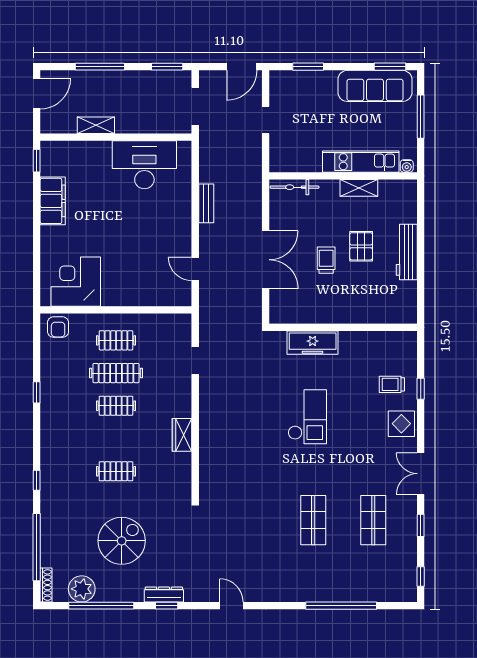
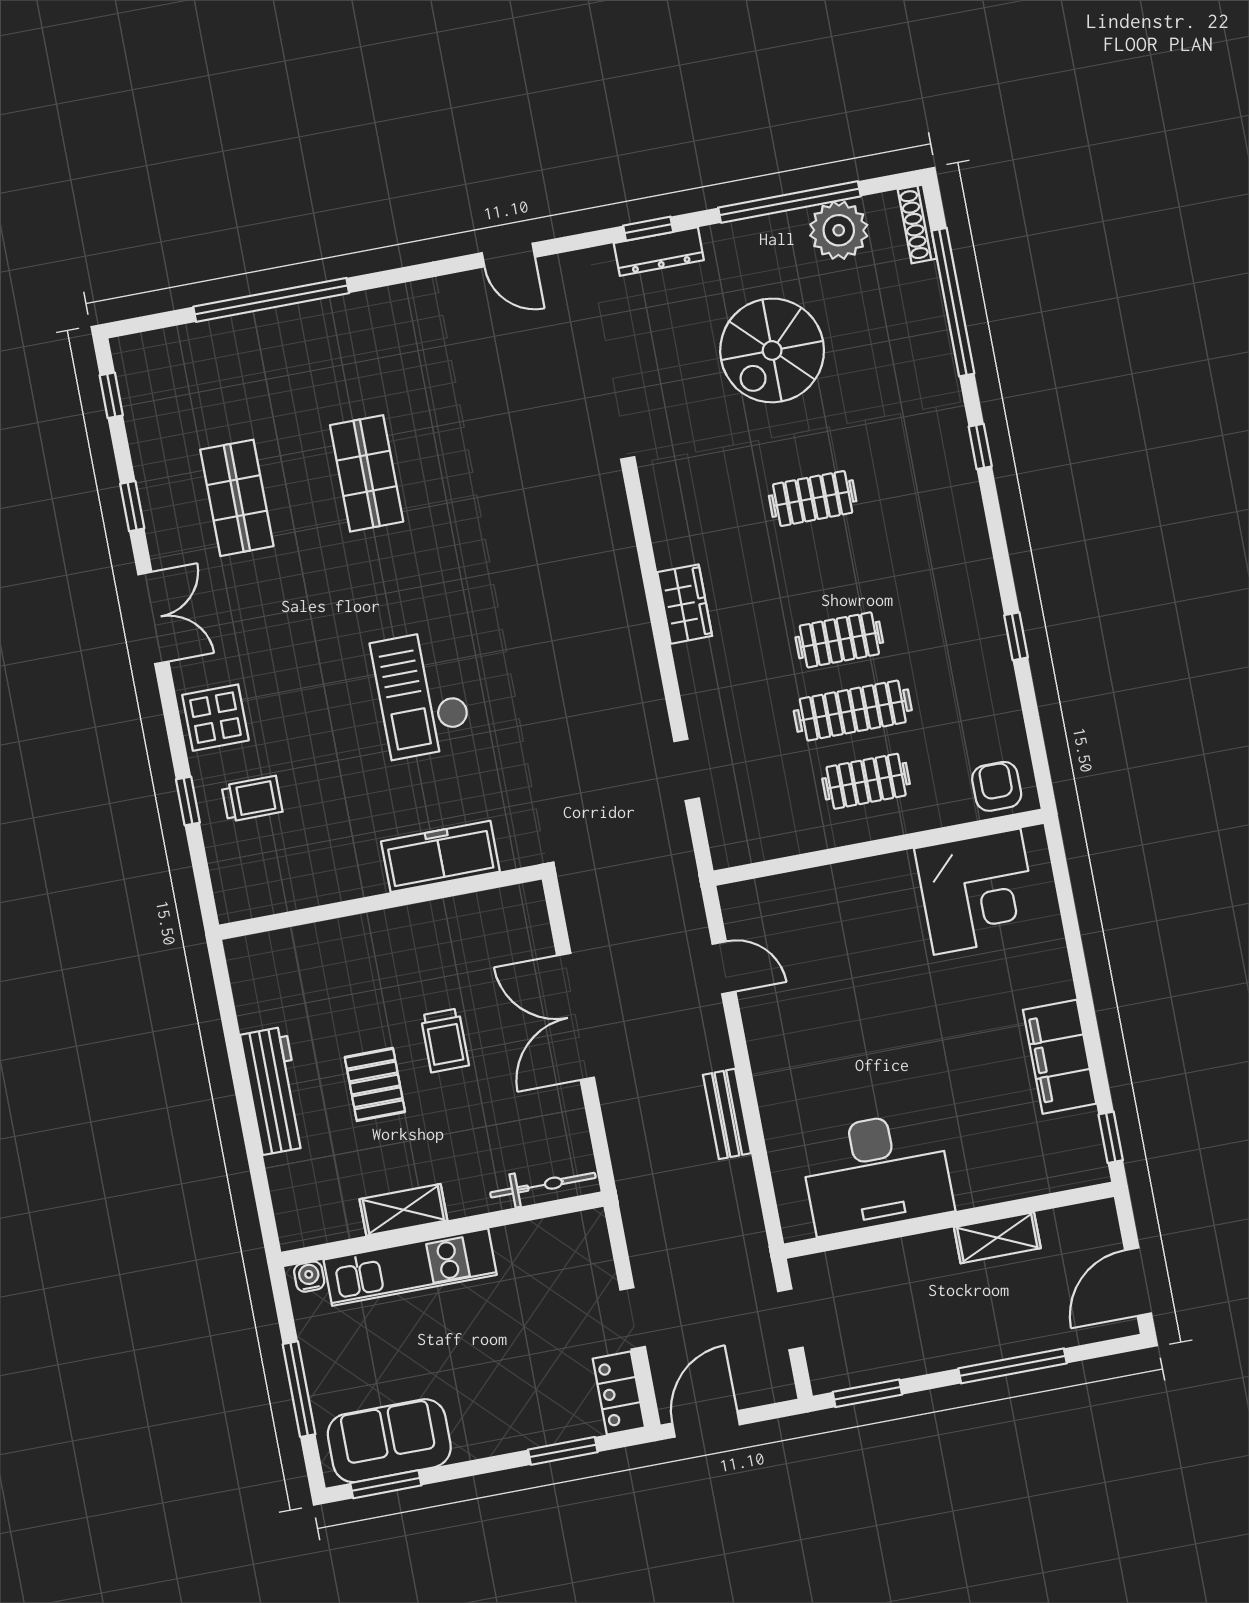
sofa: (375, 86) -> (389, 1441), width x0.73
locker: (278, 88) -> (619, 1393), added
doorway: (195, 106) -> (790, 1319), width x0.73

